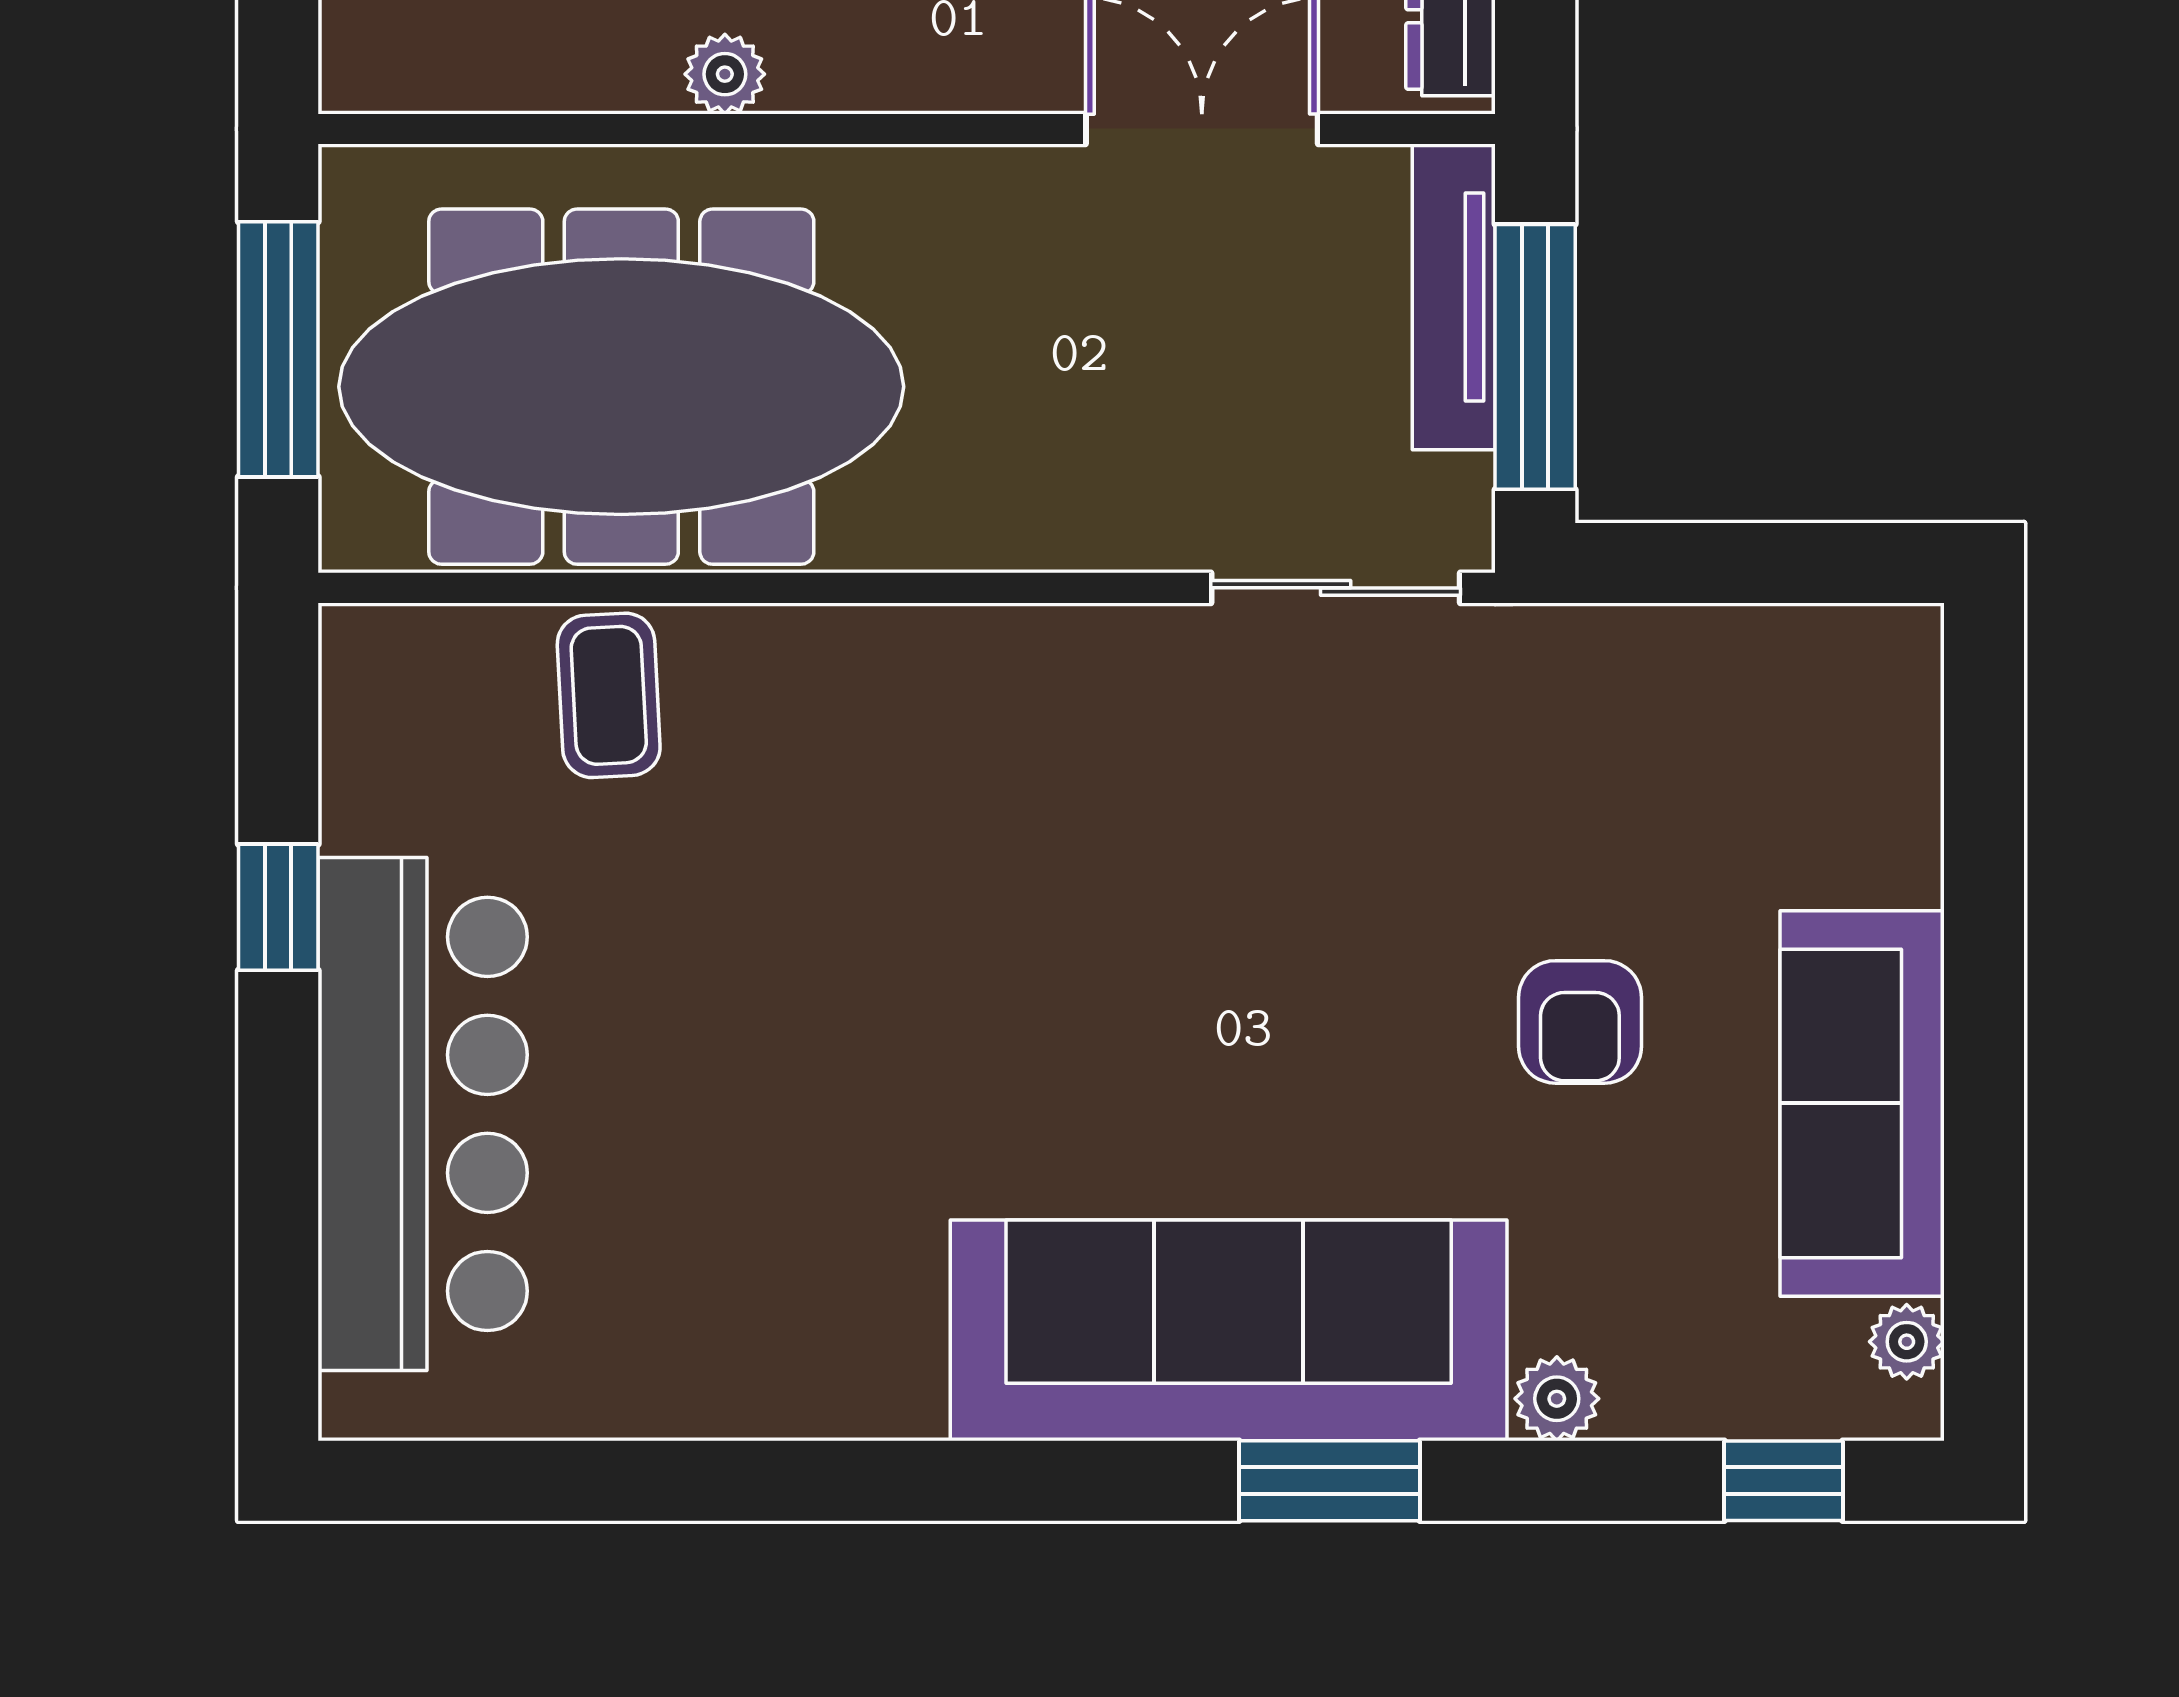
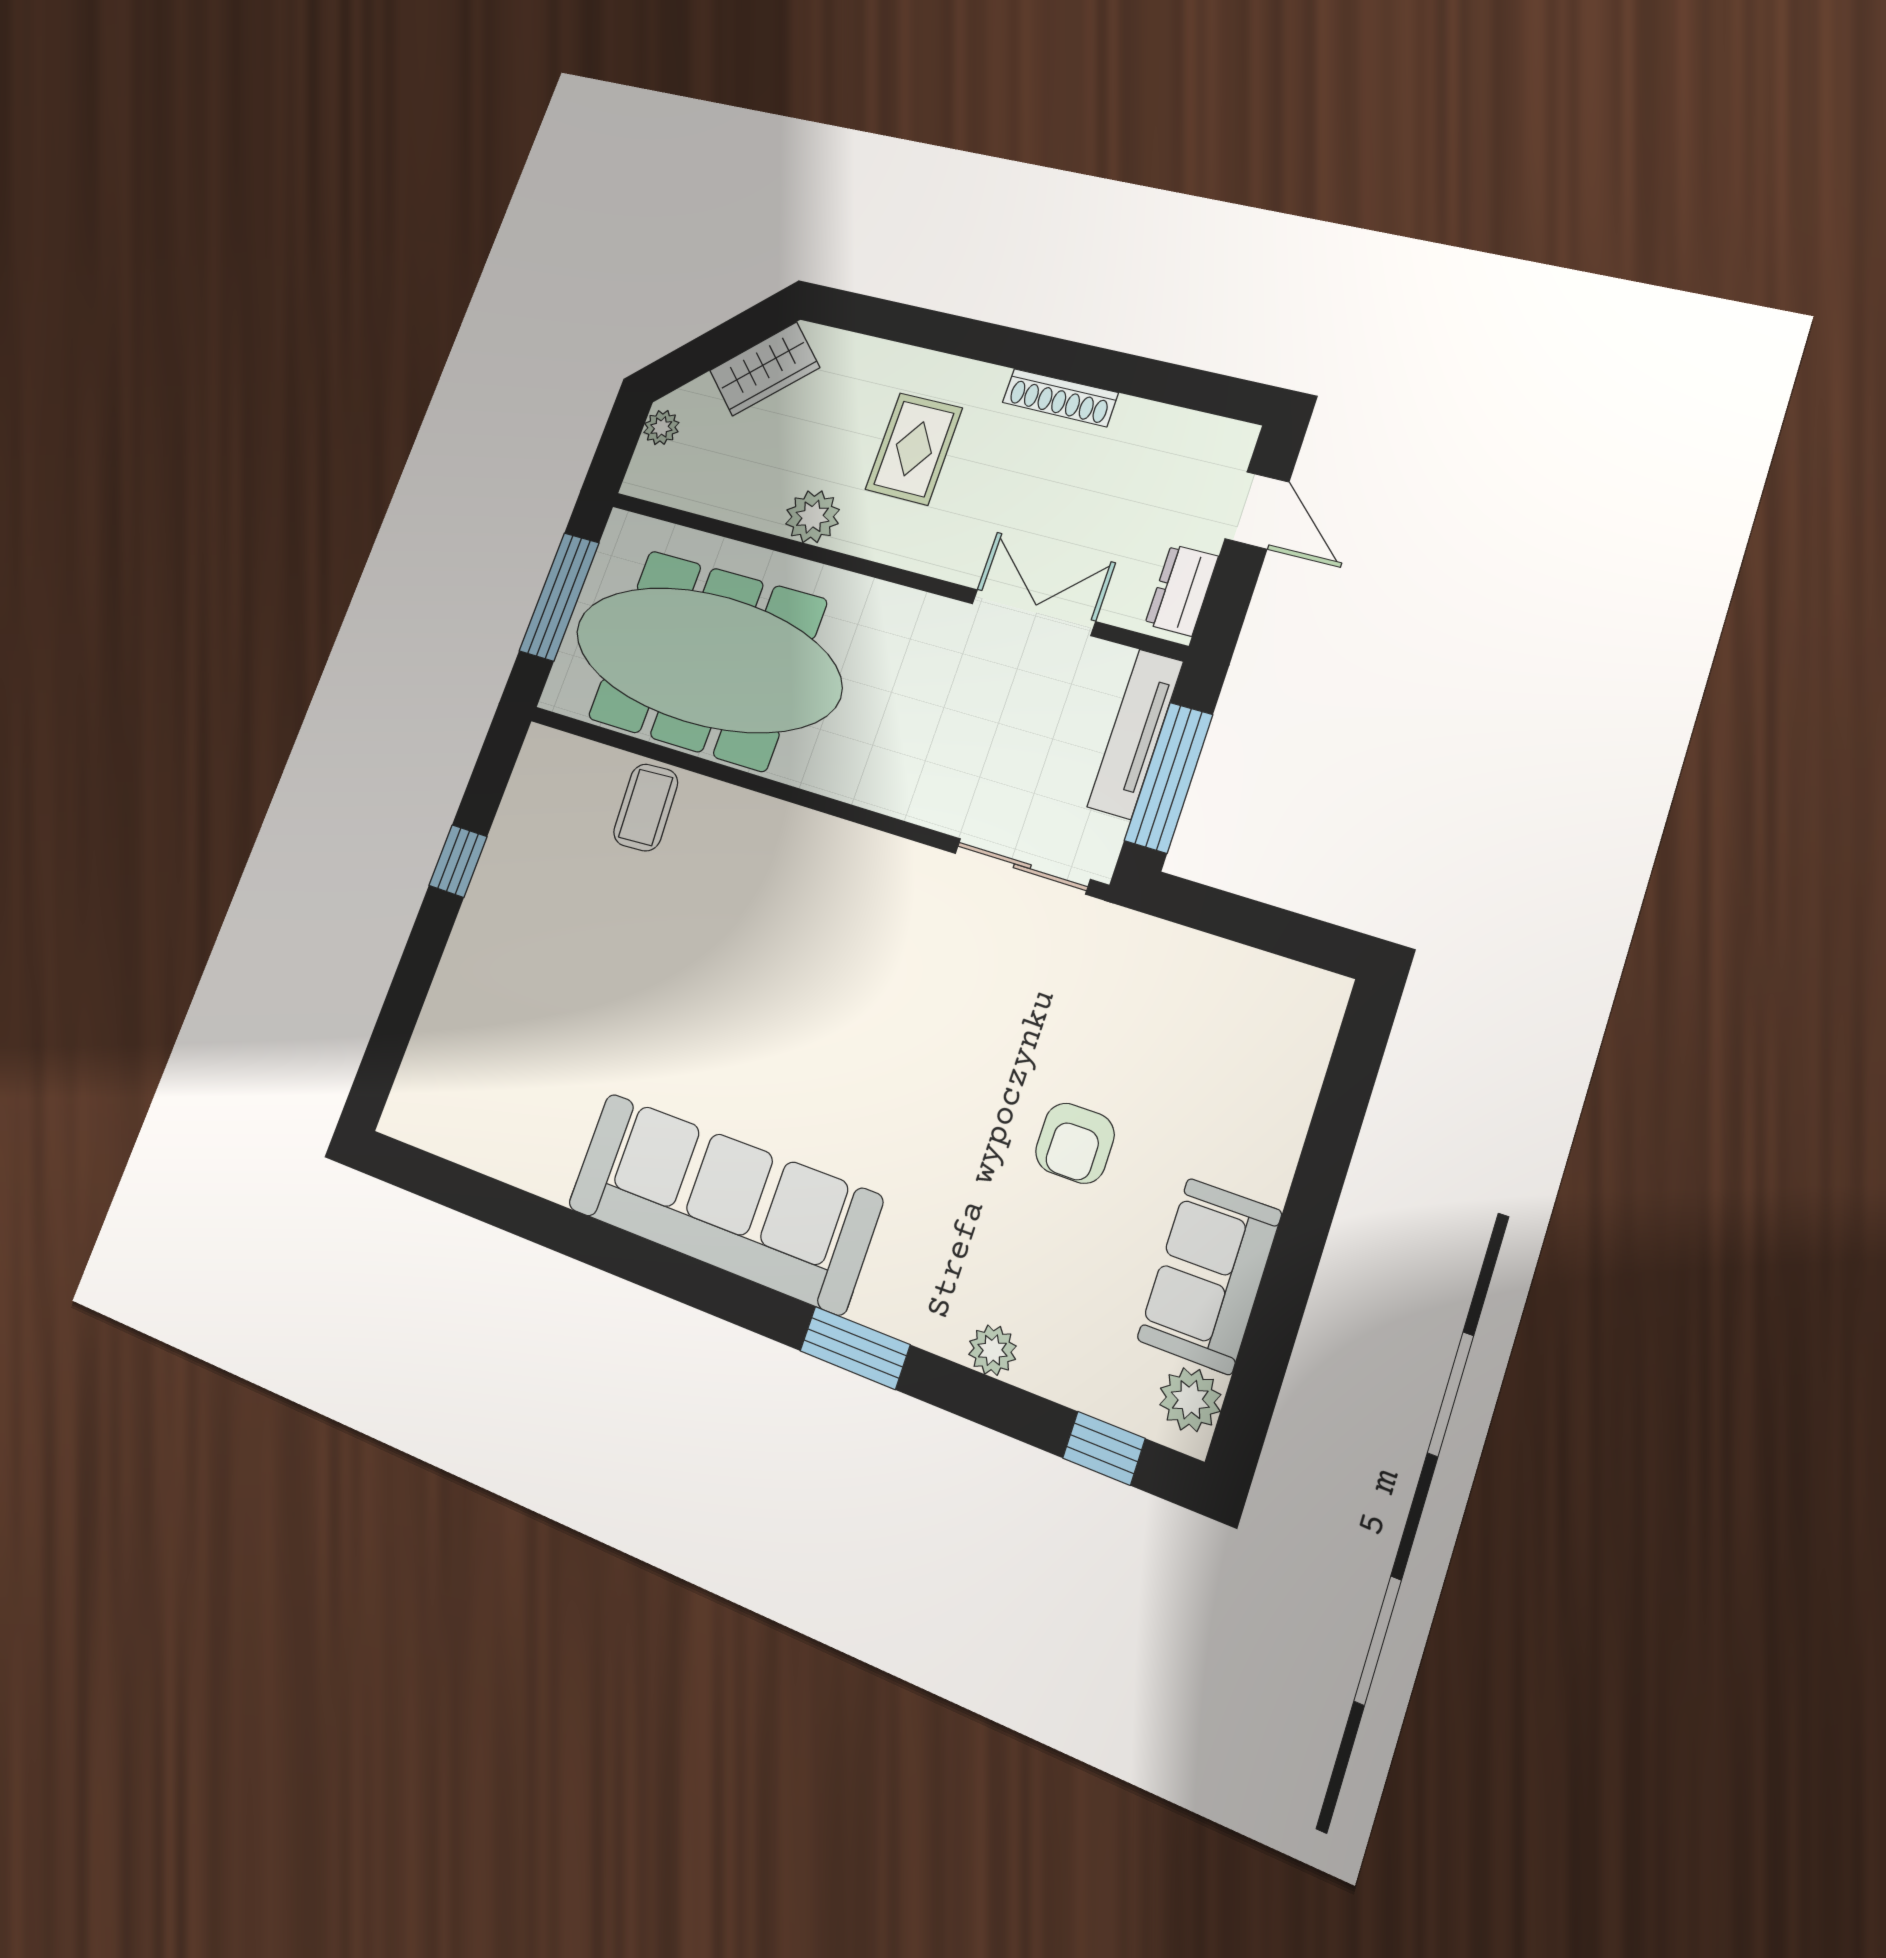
plant: (725, 74) -> (812, 517), width x1.38, depth x1.38
sofa: (1862, 1103) -> (1209, 1276), width x0.73
bar counter: (423, 1114) -> (484, 985), removed
sofa: (1229, 1330) -> (723, 1202), moved
plant: (1907, 1342) -> (1190, 1400), width x1.38, depth x1.38

